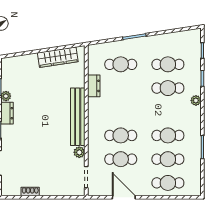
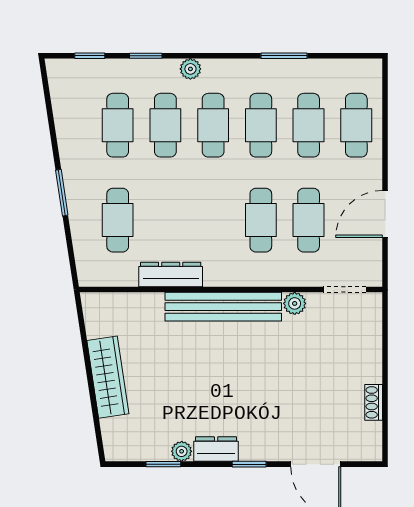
wardrobe: (58, 57) -> (108, 377), moved
dresser: (94, 86) -> (171, 274), width x1.44
cafe table: (168, 112) -> (213, 125), added

